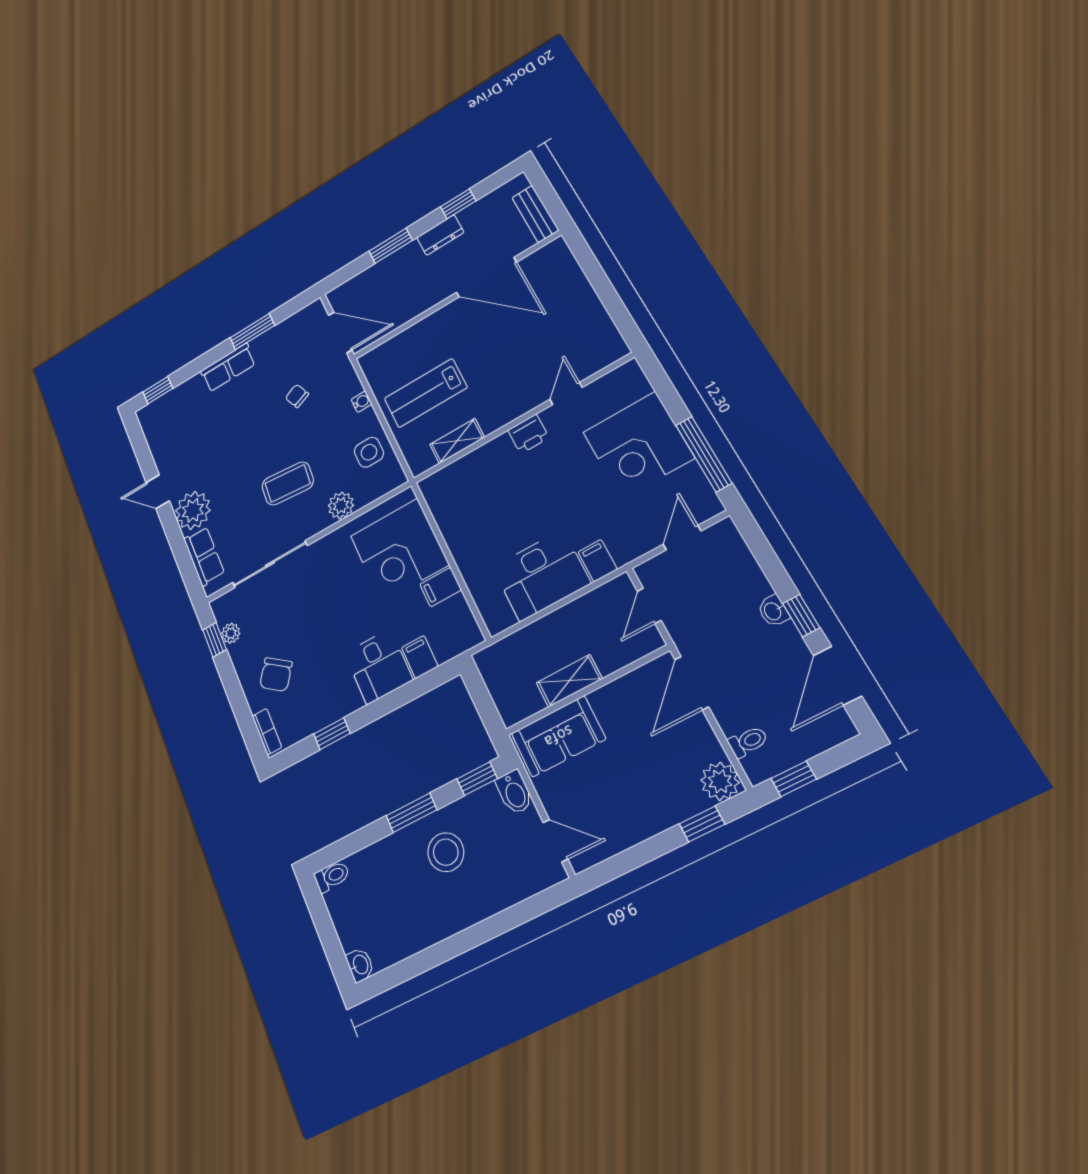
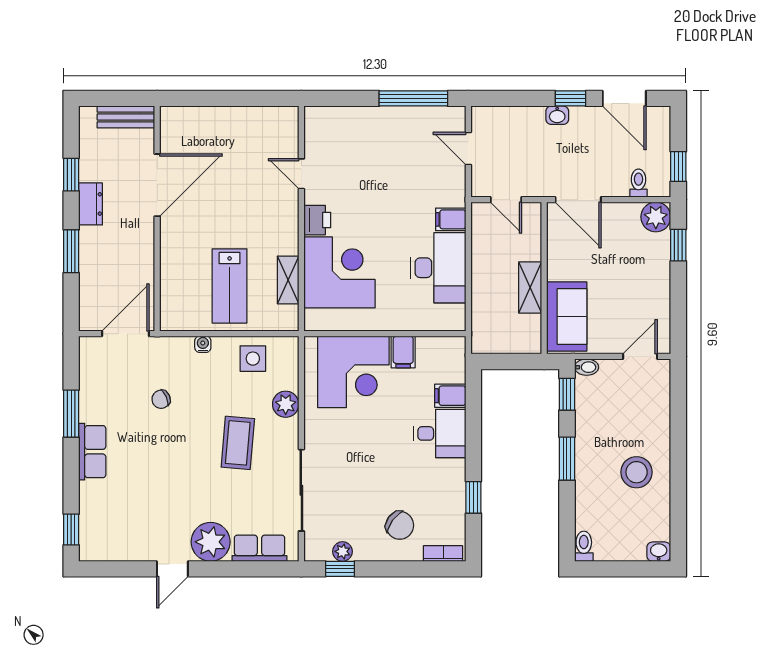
corner desk: (638, 445) -> (339, 272), moved, turned -90
bidet: (514, 792) -> (587, 367), width x0.72, depth x0.74
stool: (446, 852) -> (637, 472), moved

